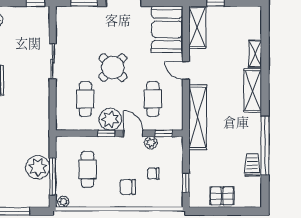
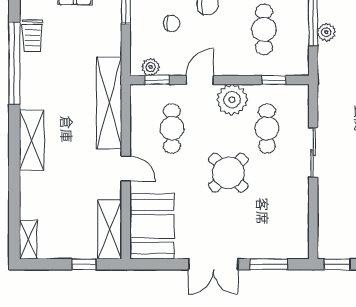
shelving: (255, 54) -> (28, 240), moved
sliding door: (53, 61) -> (313, 152), moved
window: (106, 133) -> (274, 80), moved
door: (133, 133) -> (200, 80), swing flipped
plant: (151, 143) -> (151, 67), moved
plant: (38, 167) -> (326, 32), width x0.53, depth x0.53

